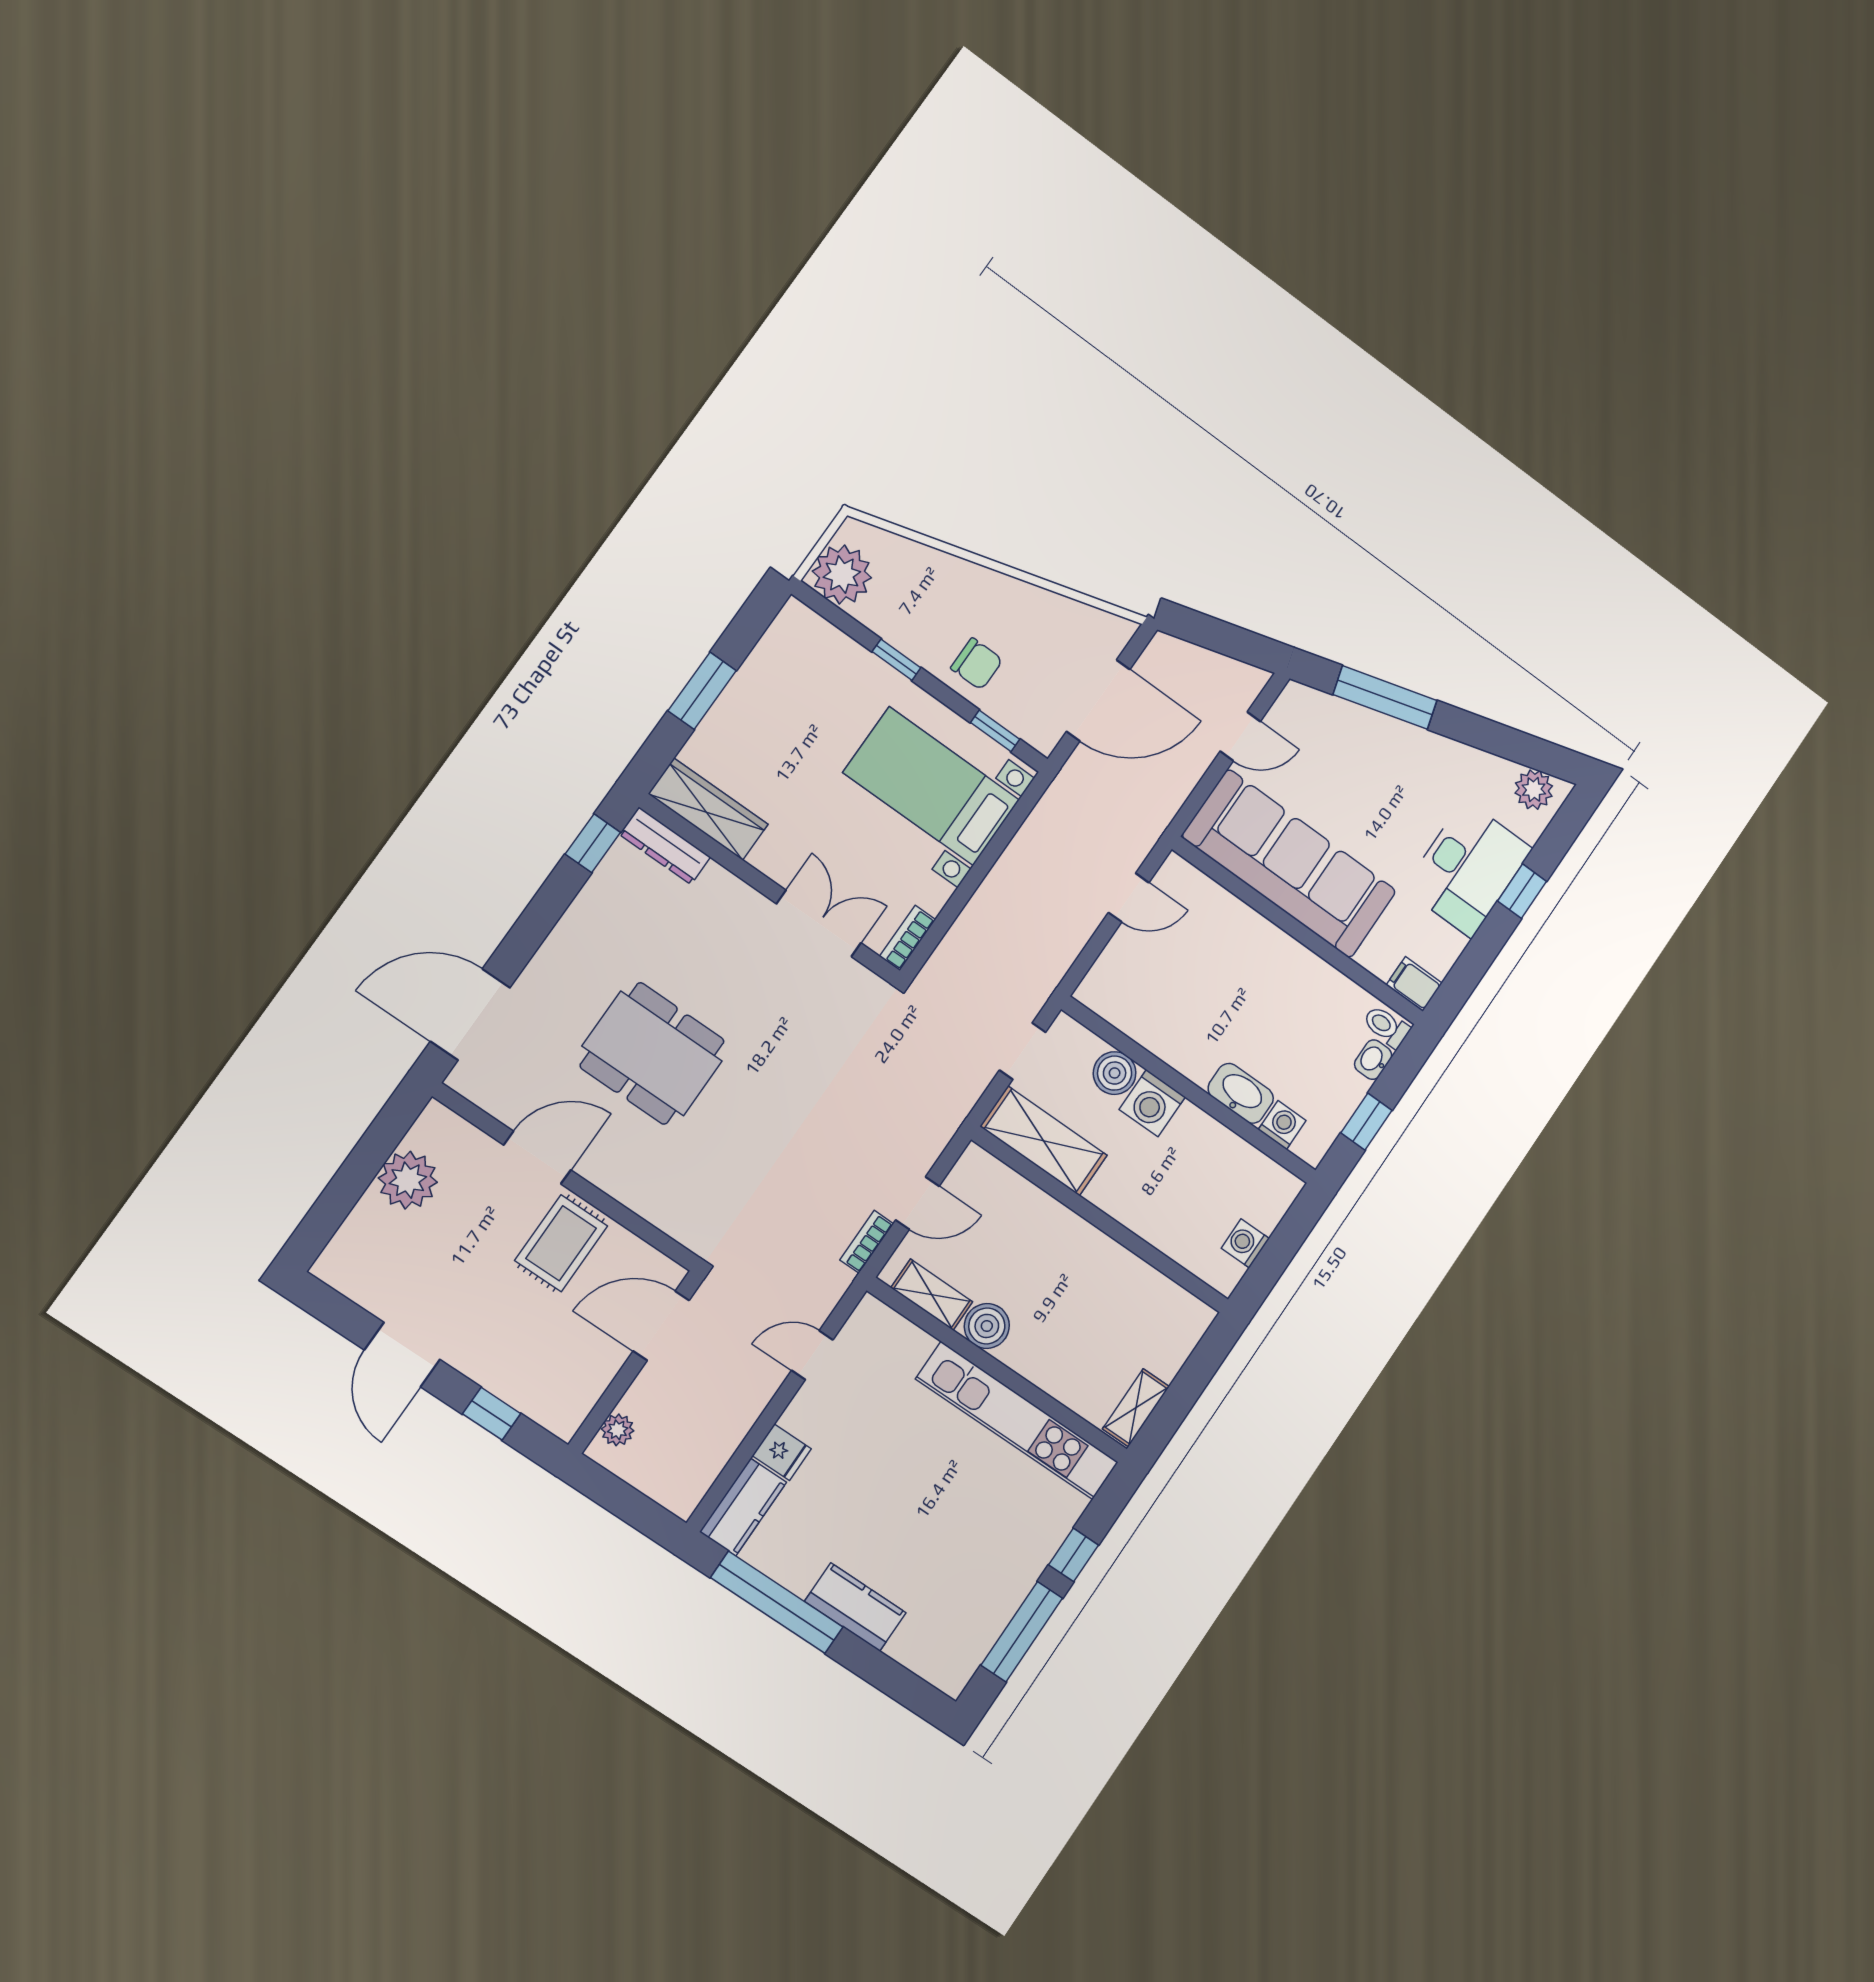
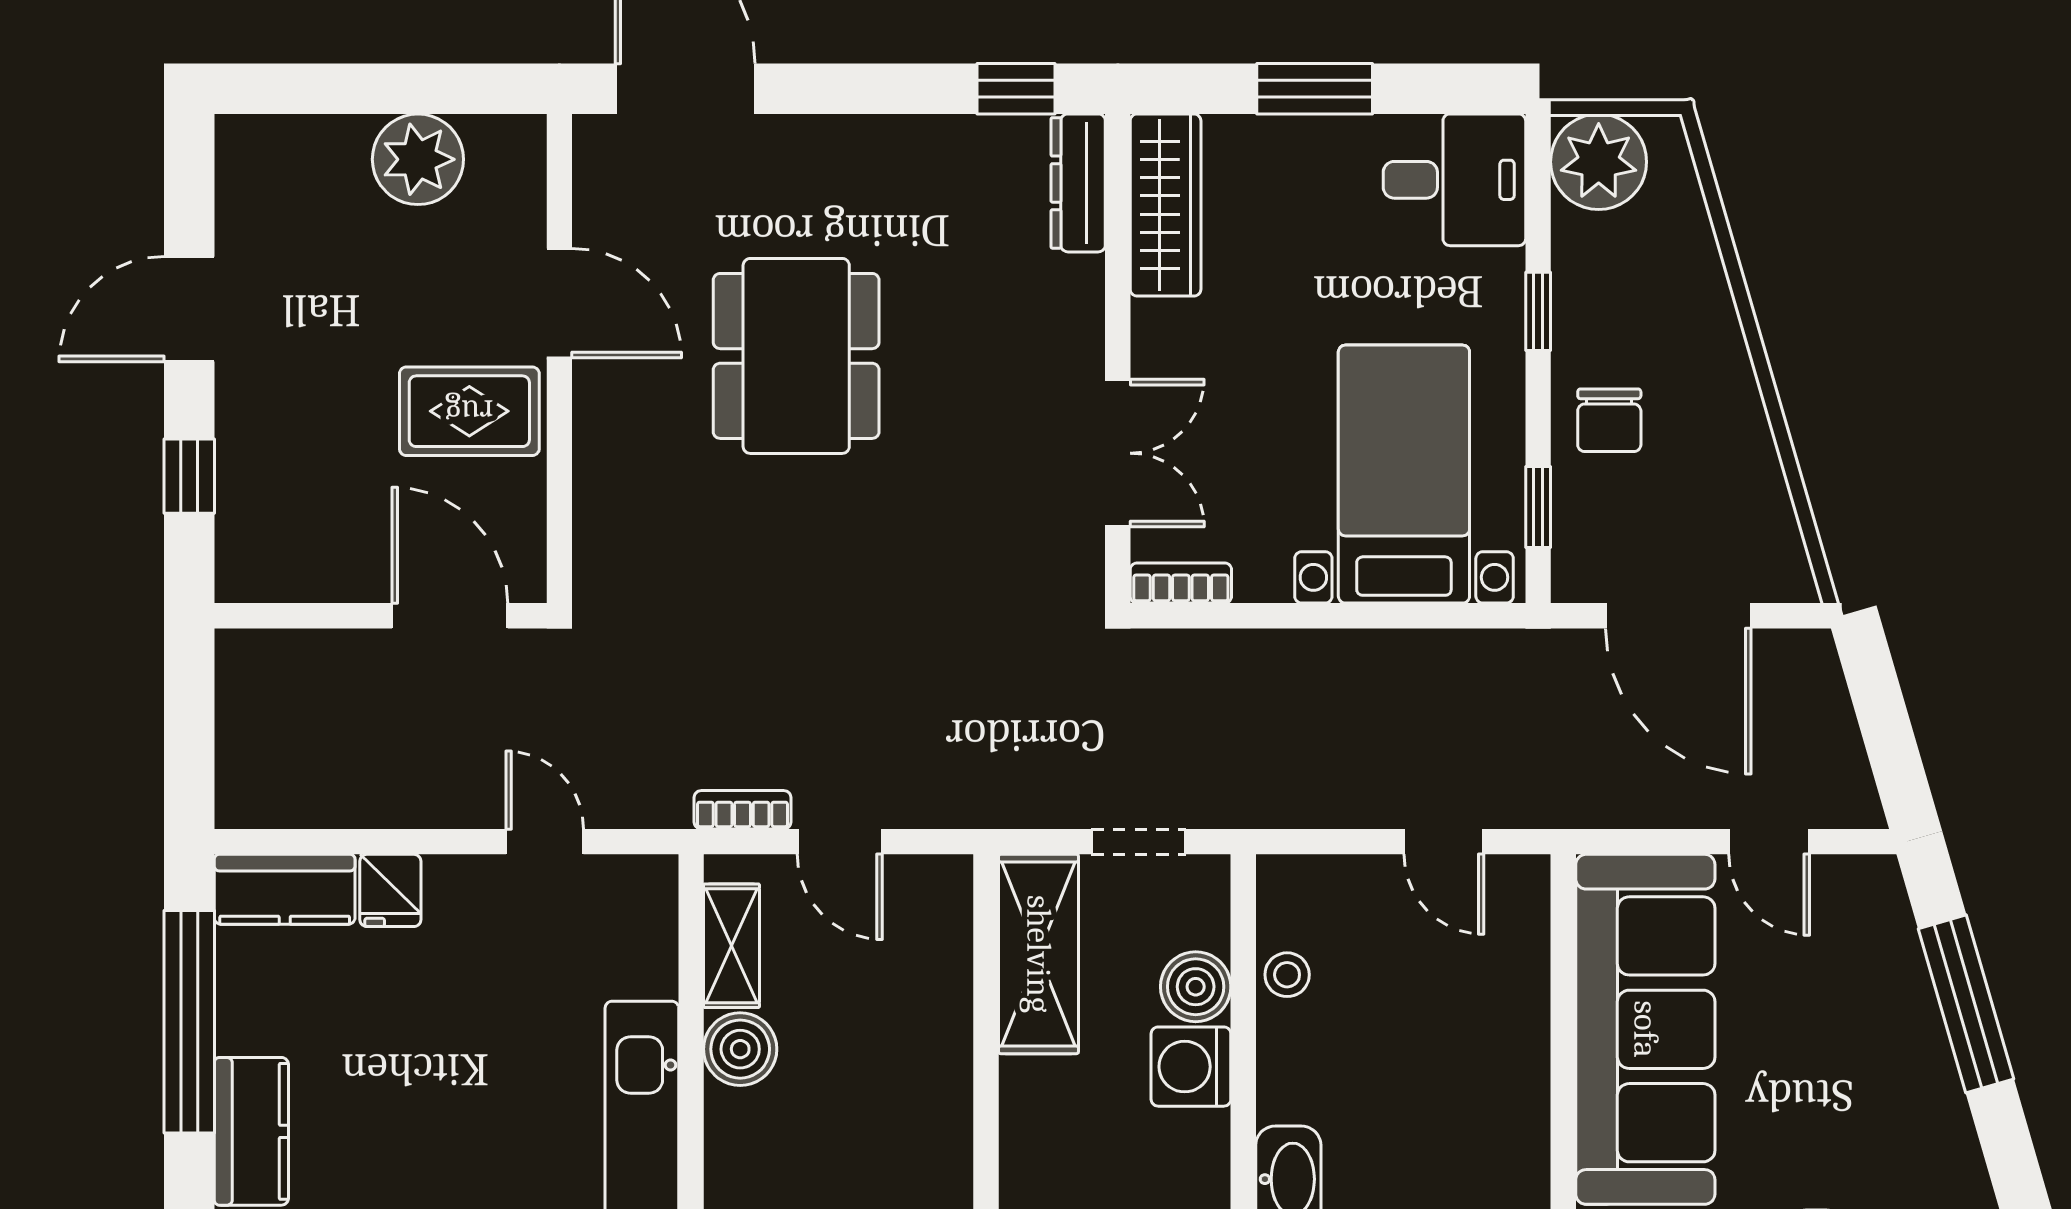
desk: (800, 654) -> (1454, 180), added
stool: (1140, 1023) -> (1287, 975), added
plant: (618, 1430) -> (276, 654), removed

